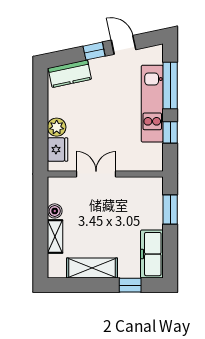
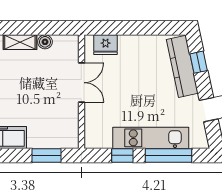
window: (94, 51) -> (199, 62), moved
kitchen counter: (70, 74) -> (182, 66), width x1.50
plant: (57, 127) -> (128, 44), removed

